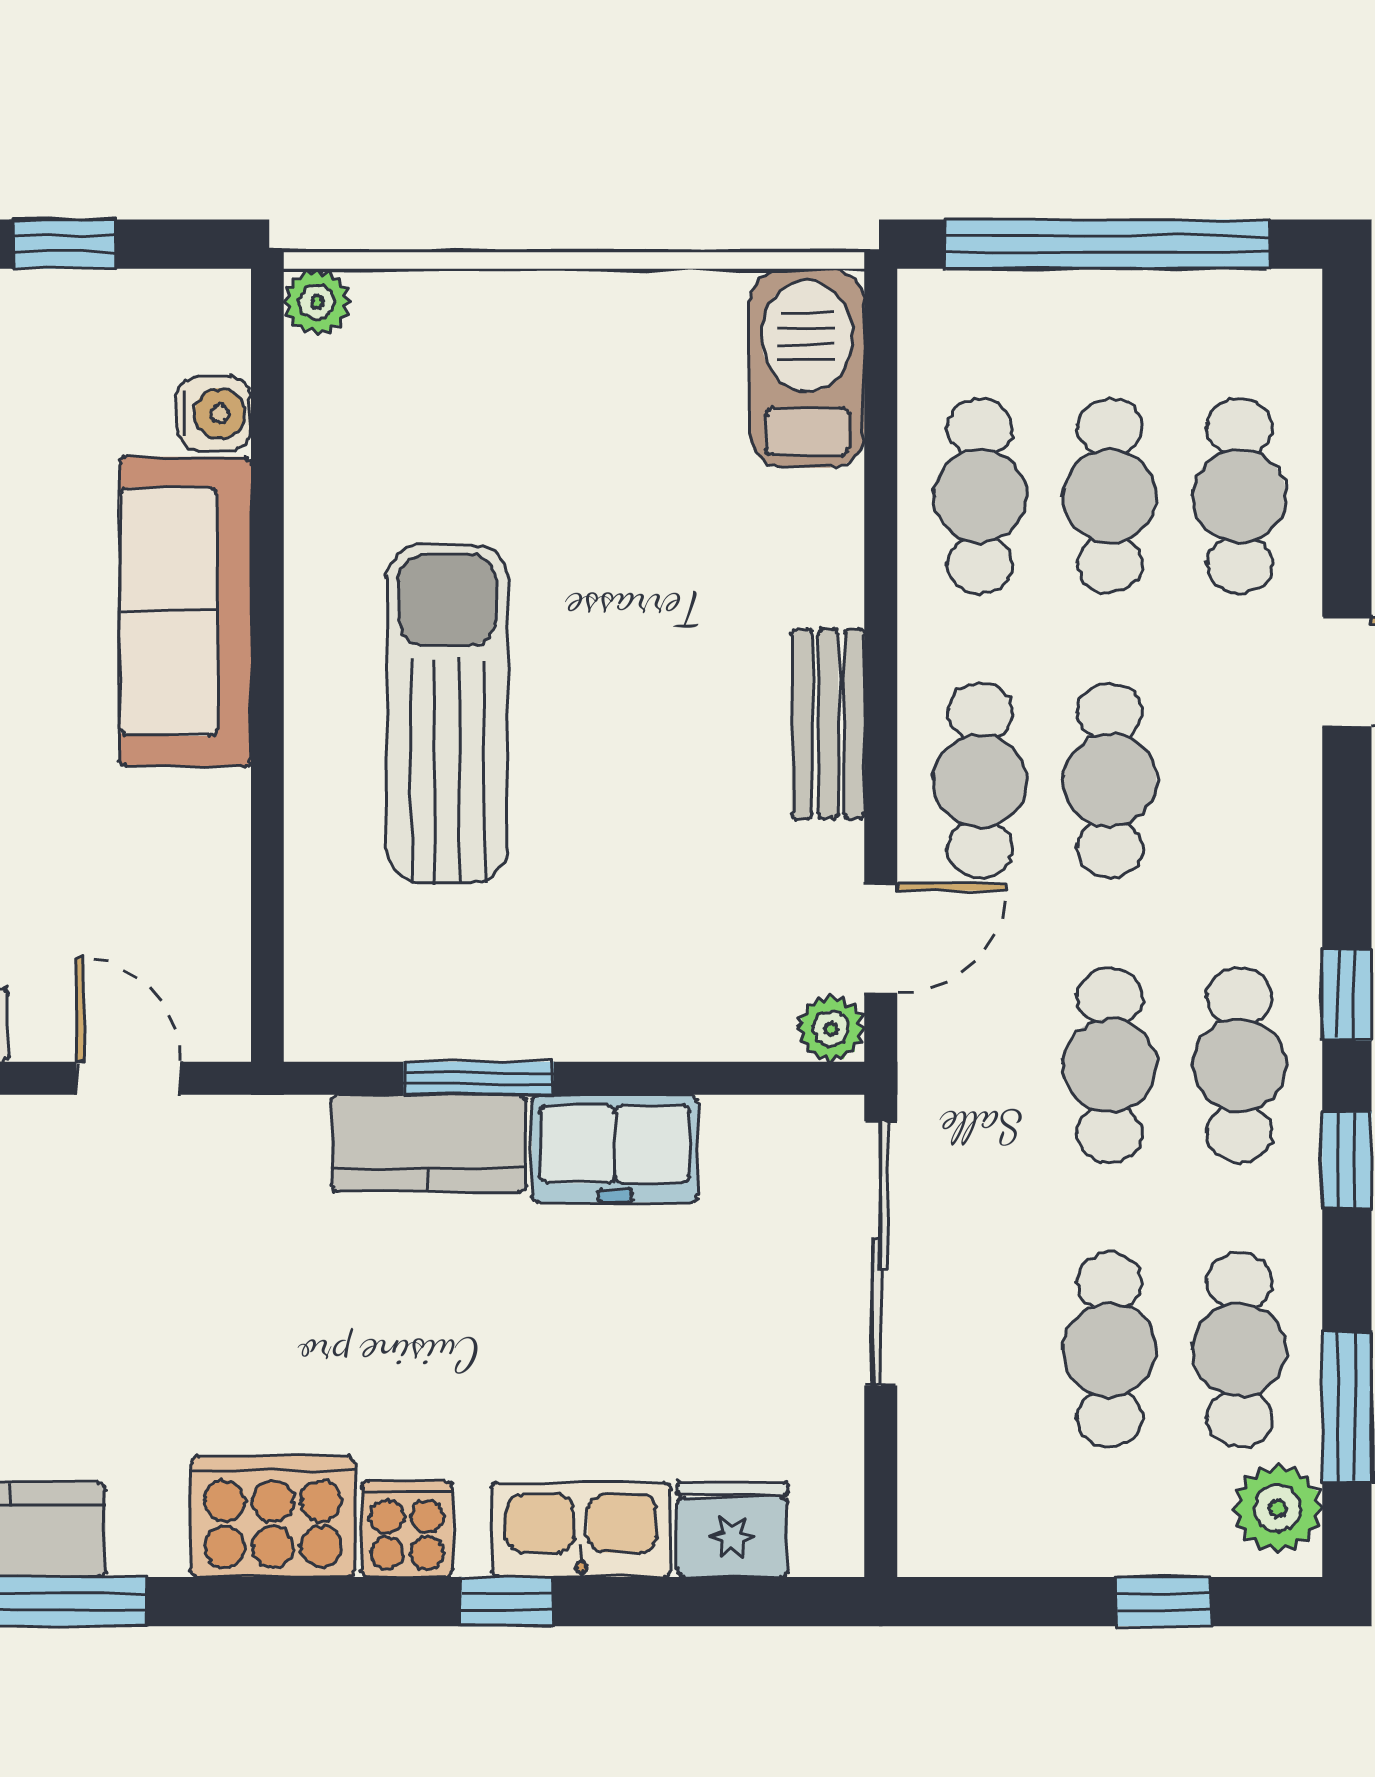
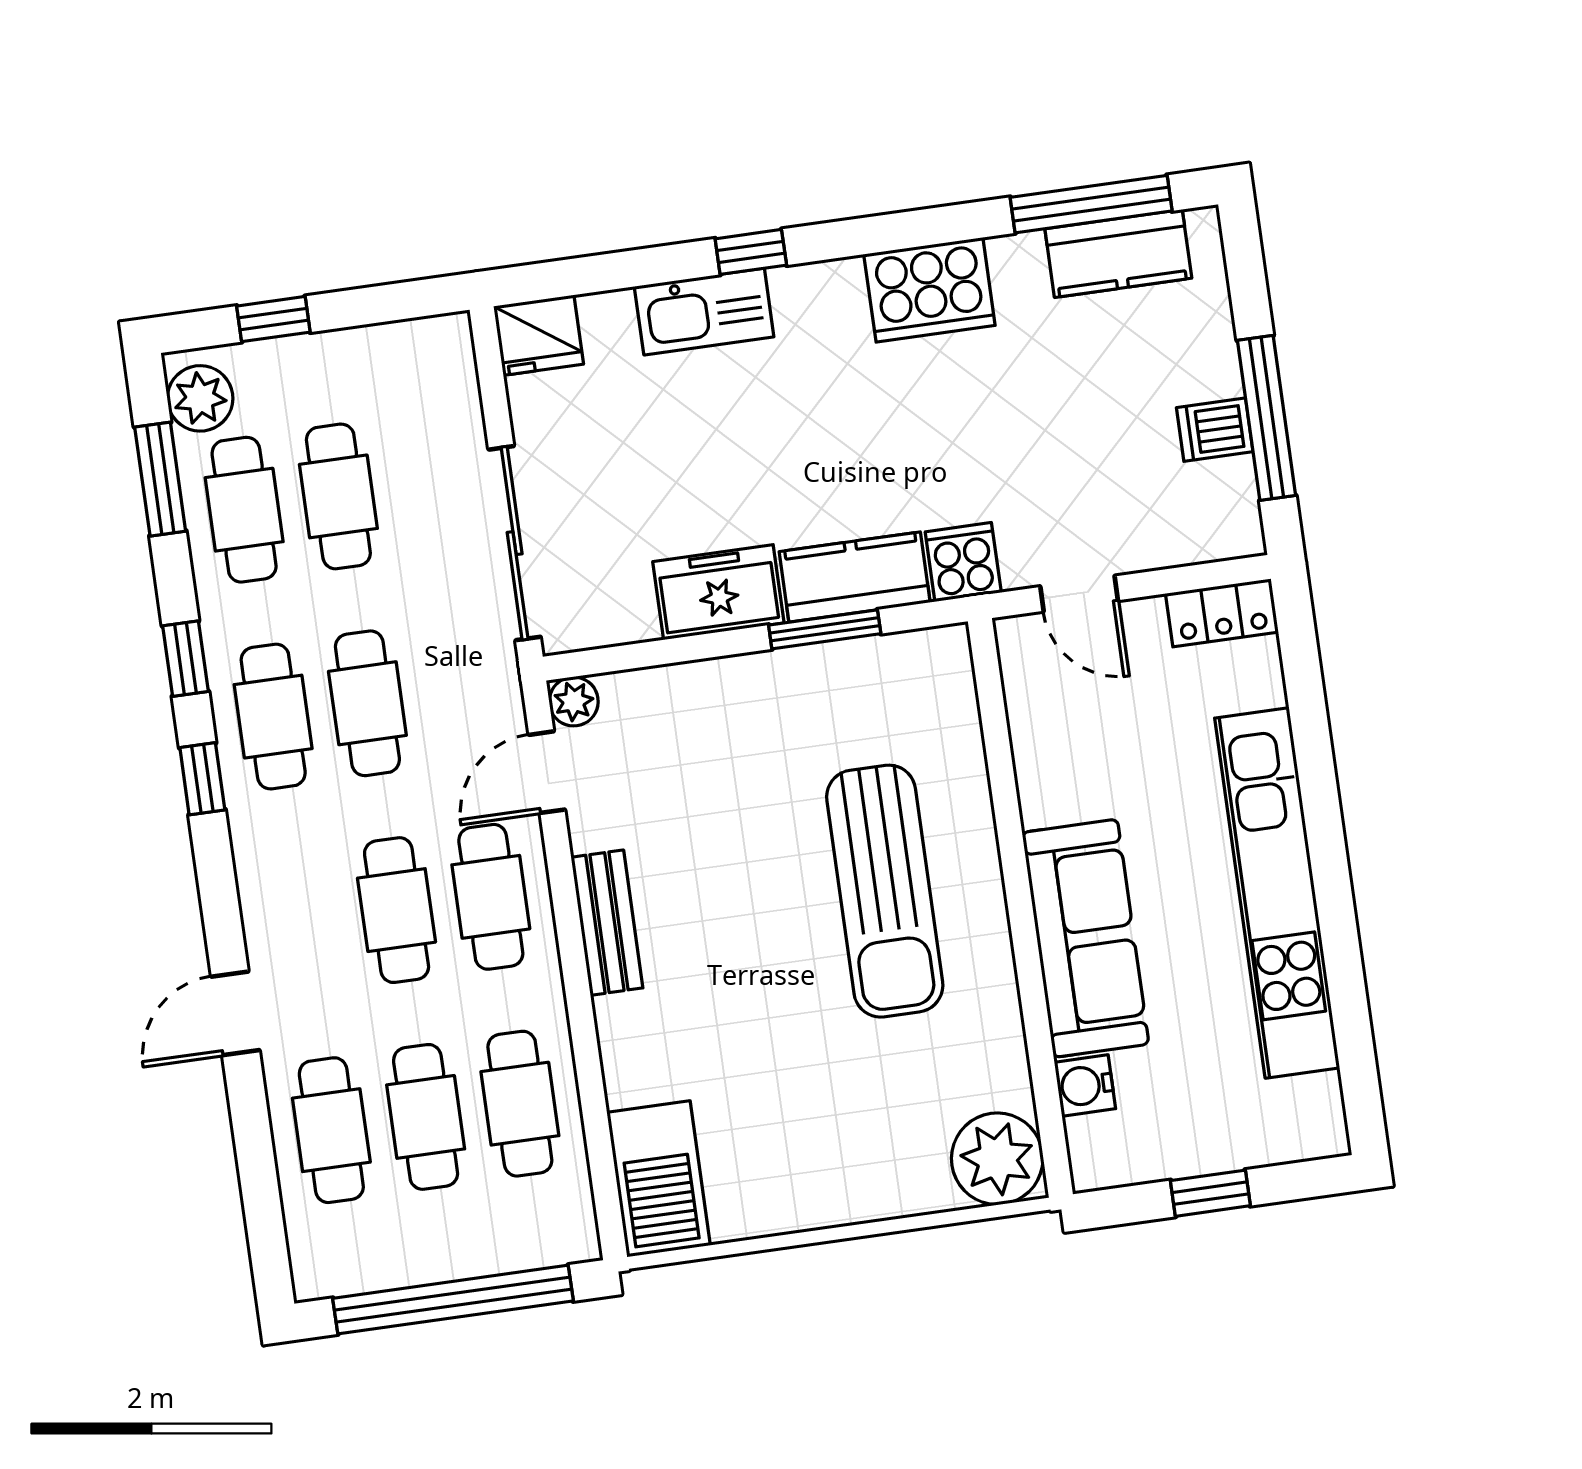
plant: (317, 302) -> (997, 1159), width x1.88, depth x1.88
cooker: (407, 1529) -> (963, 562), moved, turned 180
fridge: (732, 1529) -> (538, 335), moved

